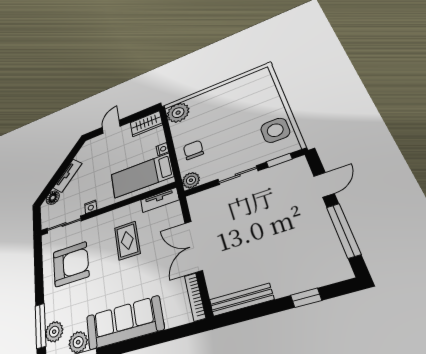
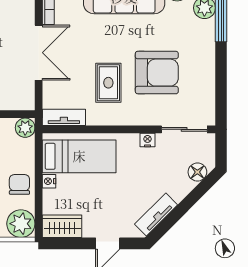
chair: (193, 150) -> (19, 184), moved, turned 180
tv unit: (67, 176) -> (156, 214), moved
armchair: (71, 264) -> (157, 73), moved, turned 180

